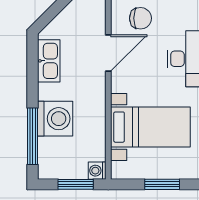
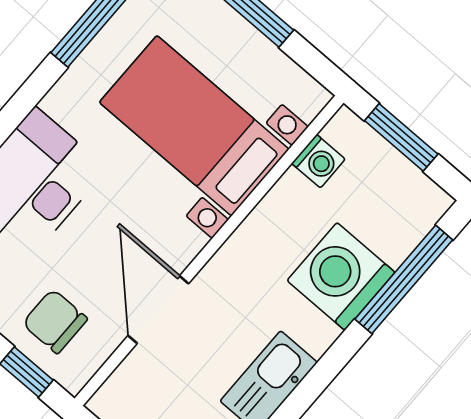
door: (108, 53) -> (158, 310), hinge flipped
washing machine: (97, 171) -> (318, 161), moved

